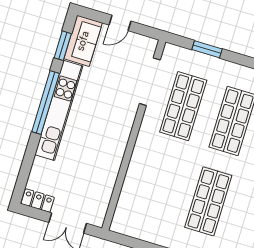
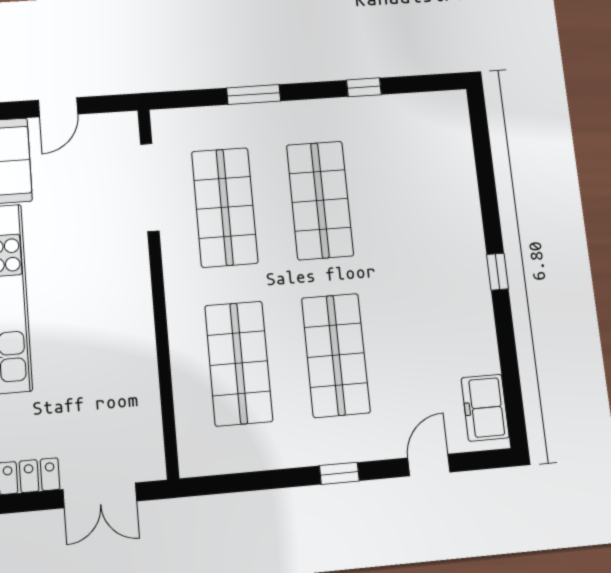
window: (207, 49) -> (254, 94), moved
shop shelf: (159, 186) -> (239, 363), added

